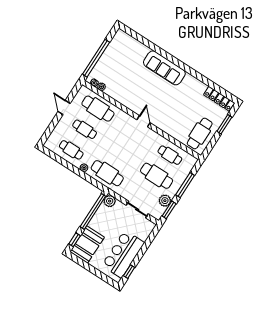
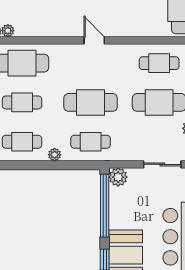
cafe table: (121, 153) -> (91, 102), added
cafe table: (107, 173) -> (91, 142), width x0.73, depth x0.74

